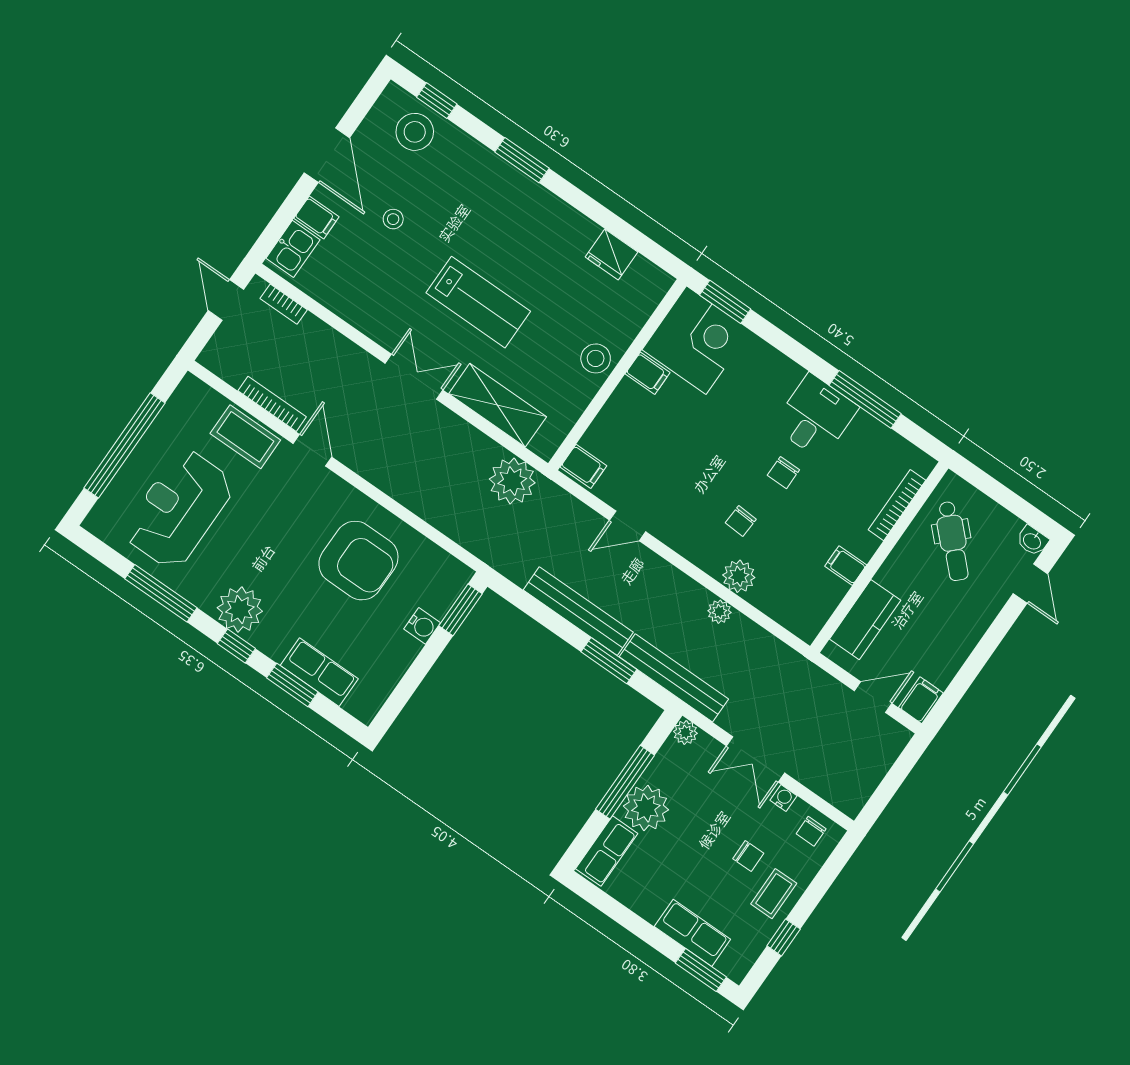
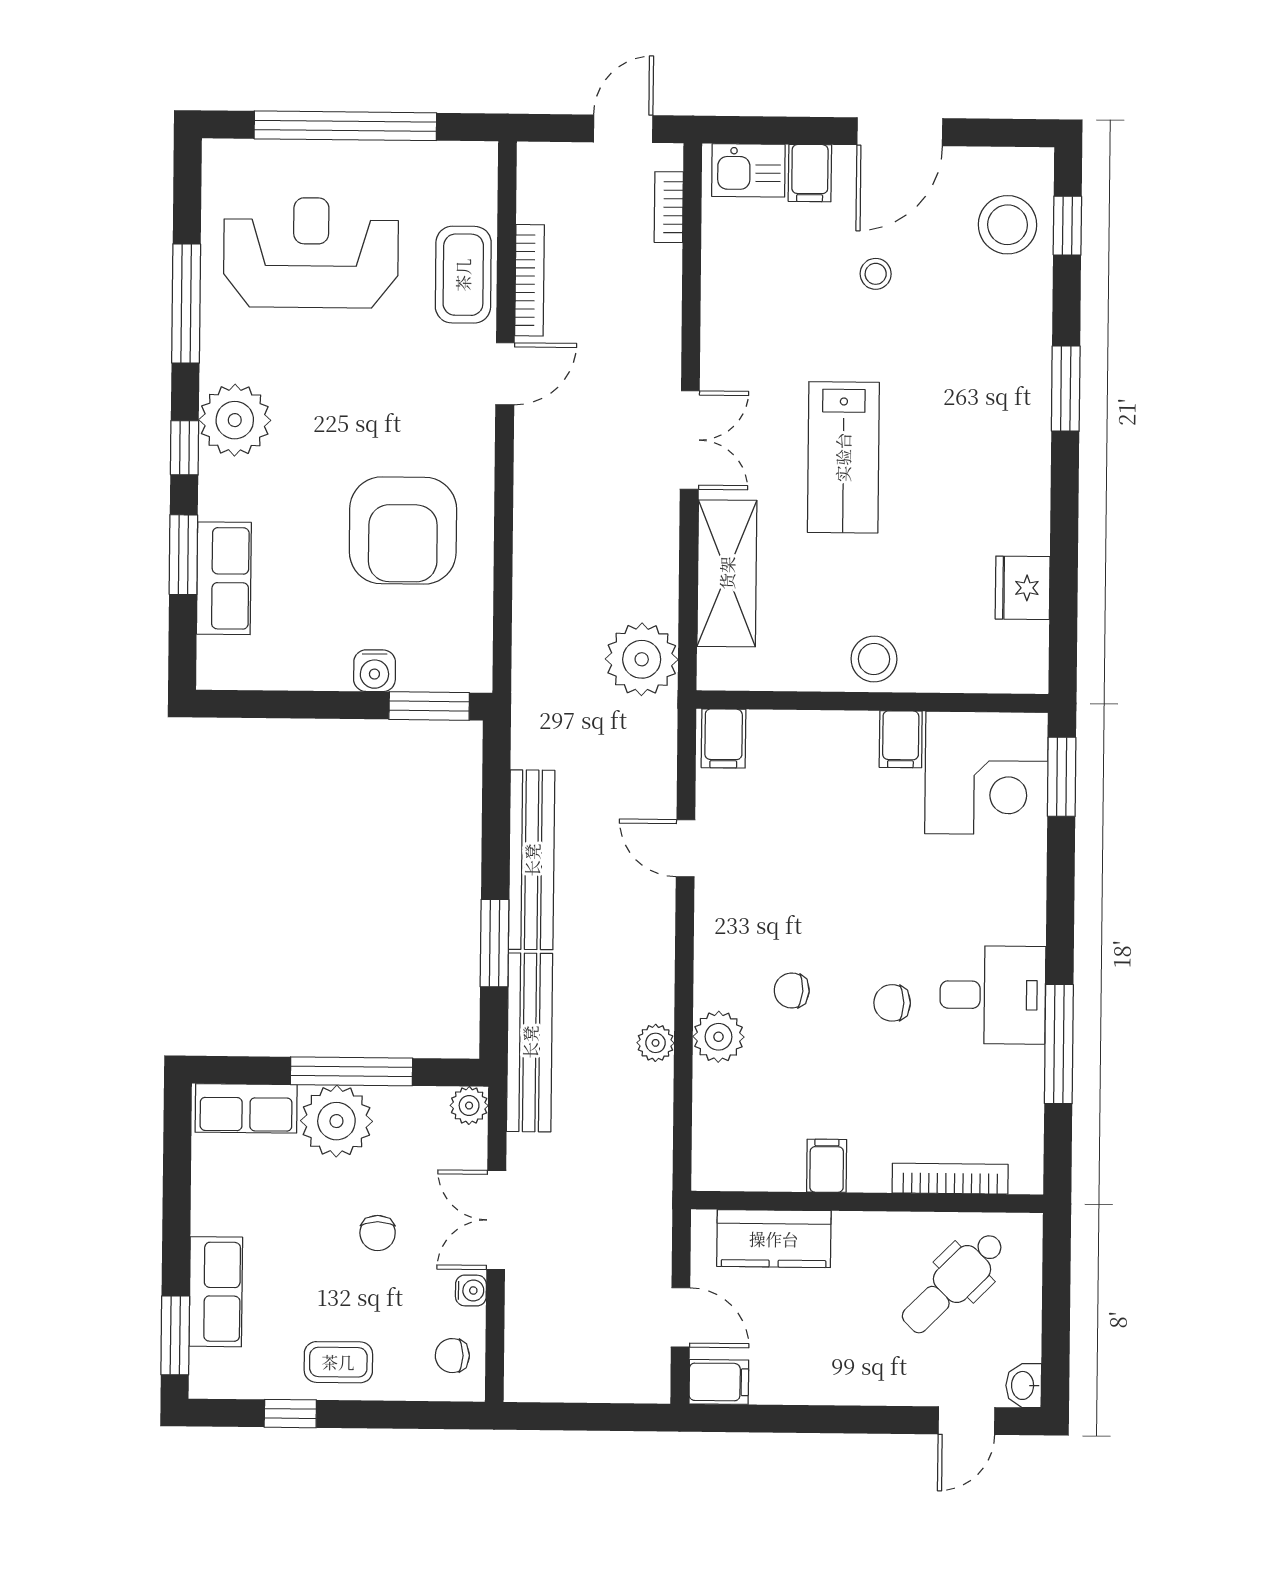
chair: (748, 856) -> (378, 1233), moved

